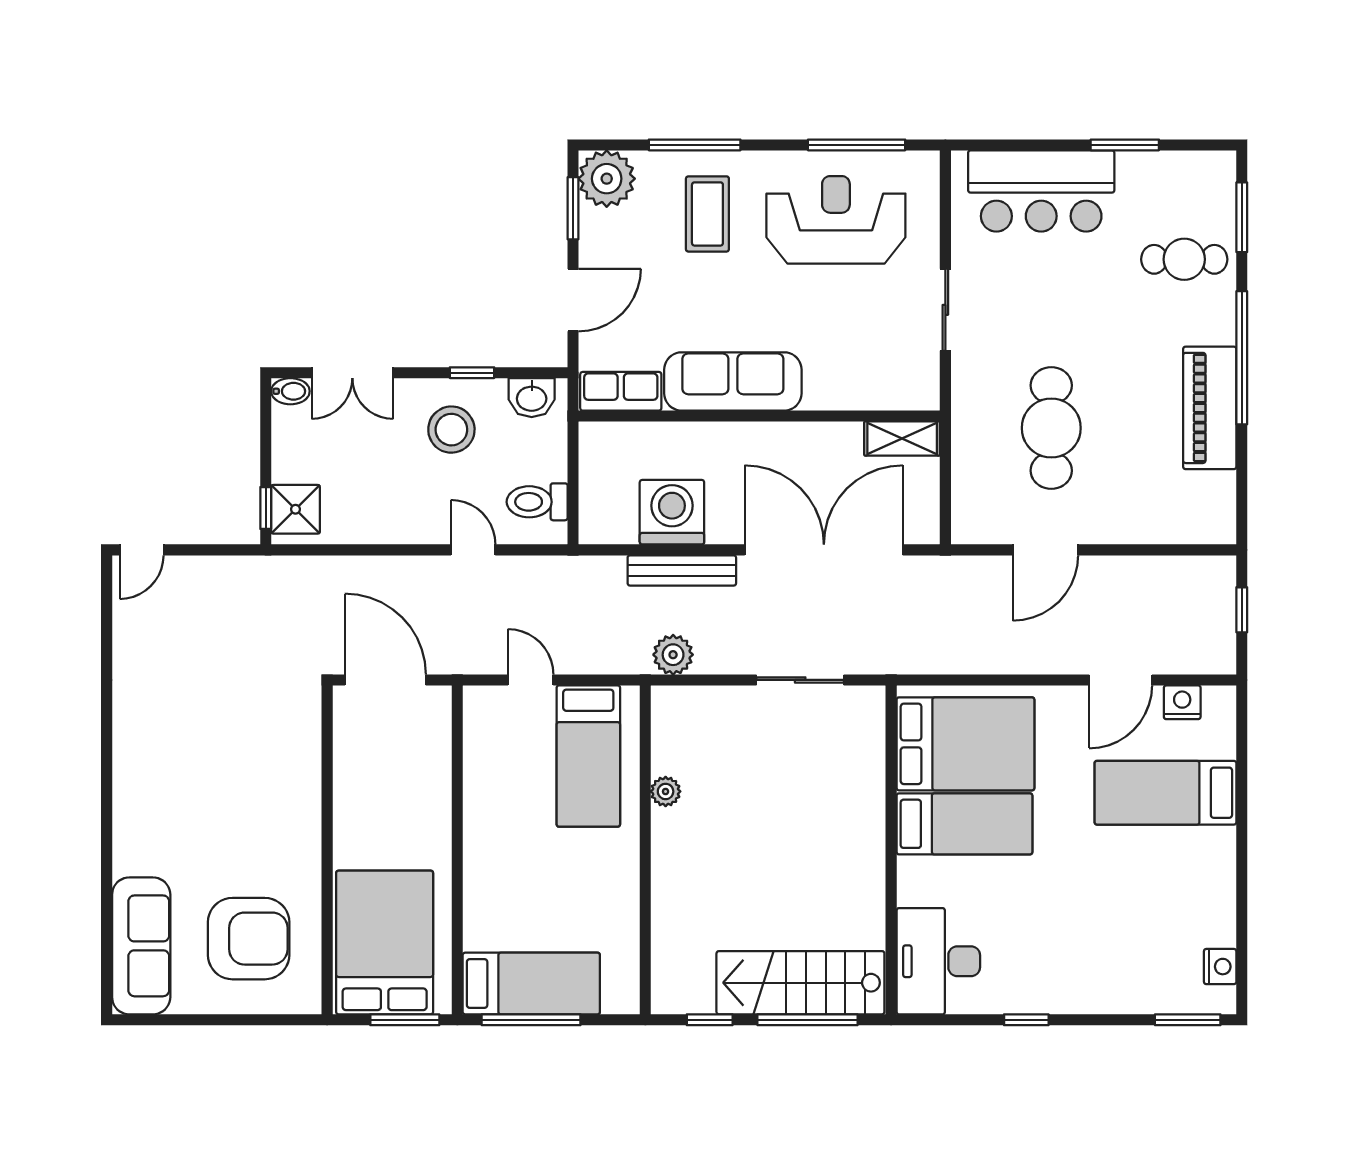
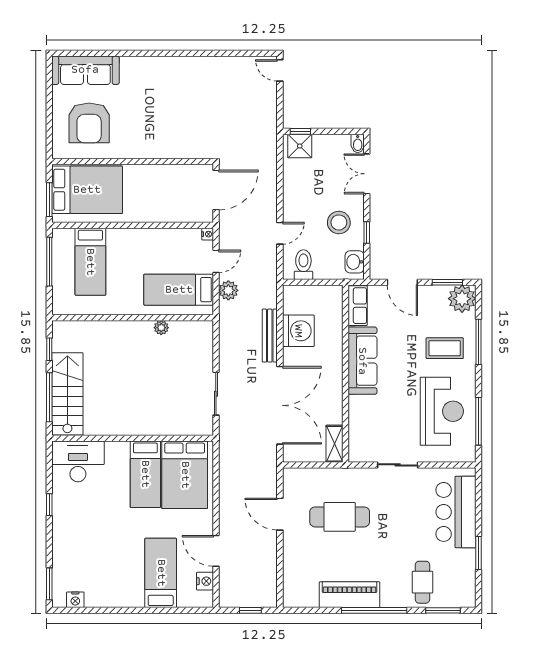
plant: (673, 655) -> (228, 290), moved
nightstand: (475, 697) -> (208, 234), added
bed: (531, 984) -> (90, 262), moved

